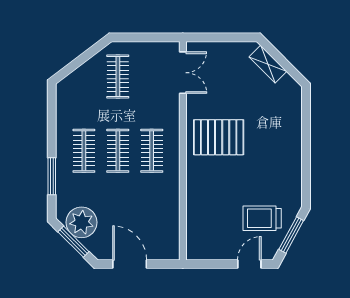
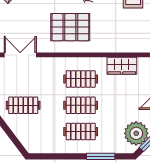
pallet: (219, 137) -> (70, 27), turned 90
wardrobe: (169, 204) -> (122, 66), added

